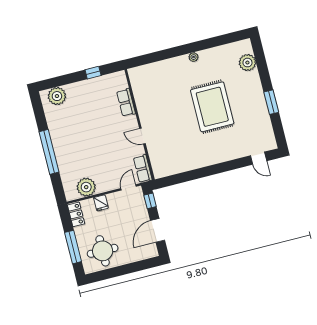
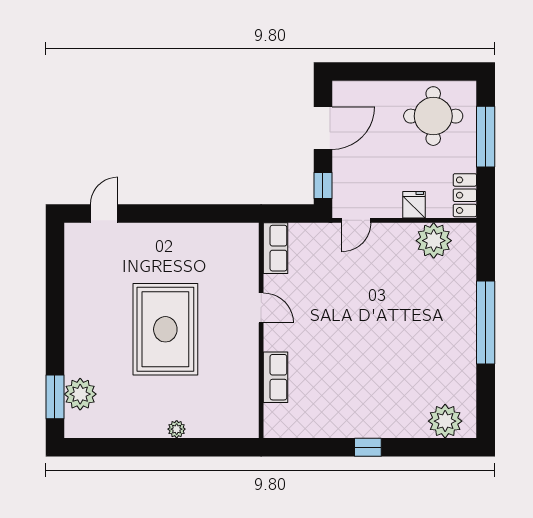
row of seats: (126, 102) -> (275, 377), moved
window: (271, 102) -> (55, 397), moved
wall: (140, 125) -> (261, 330), moved
door: (142, 136) -> (261, 308), moved
door: (259, 158) -> (104, 214), hinge flipped
row of seats: (143, 169) -> (276, 248), moved

